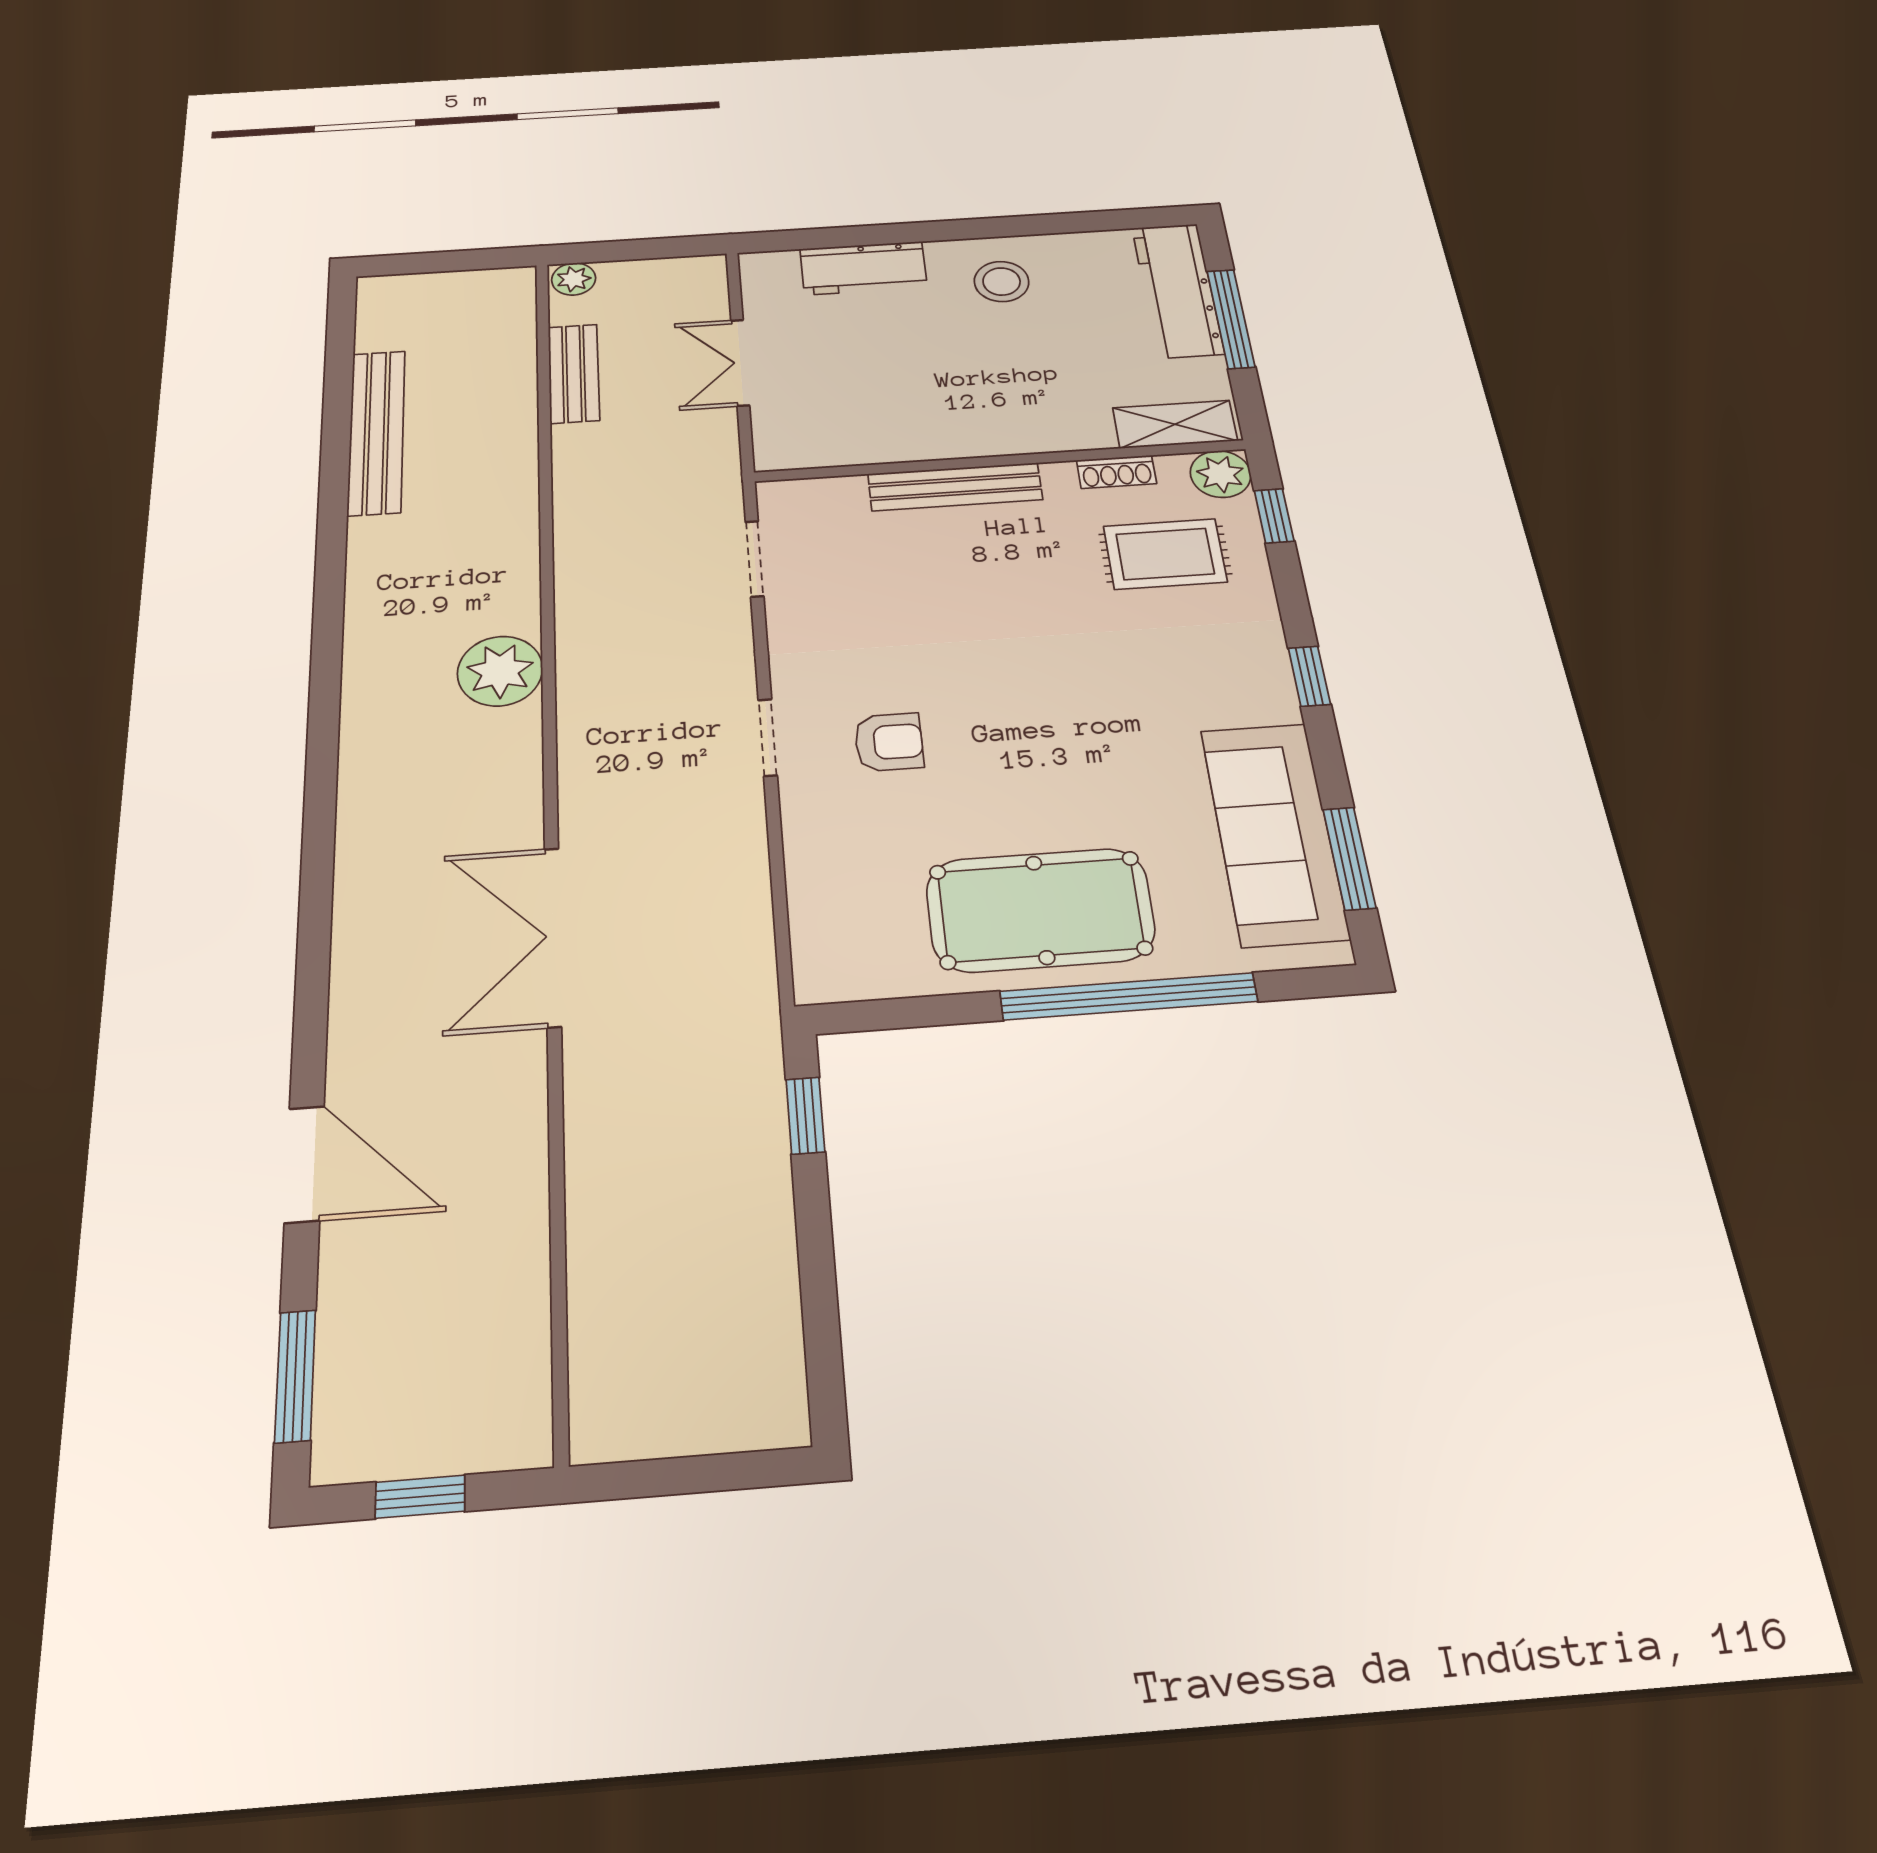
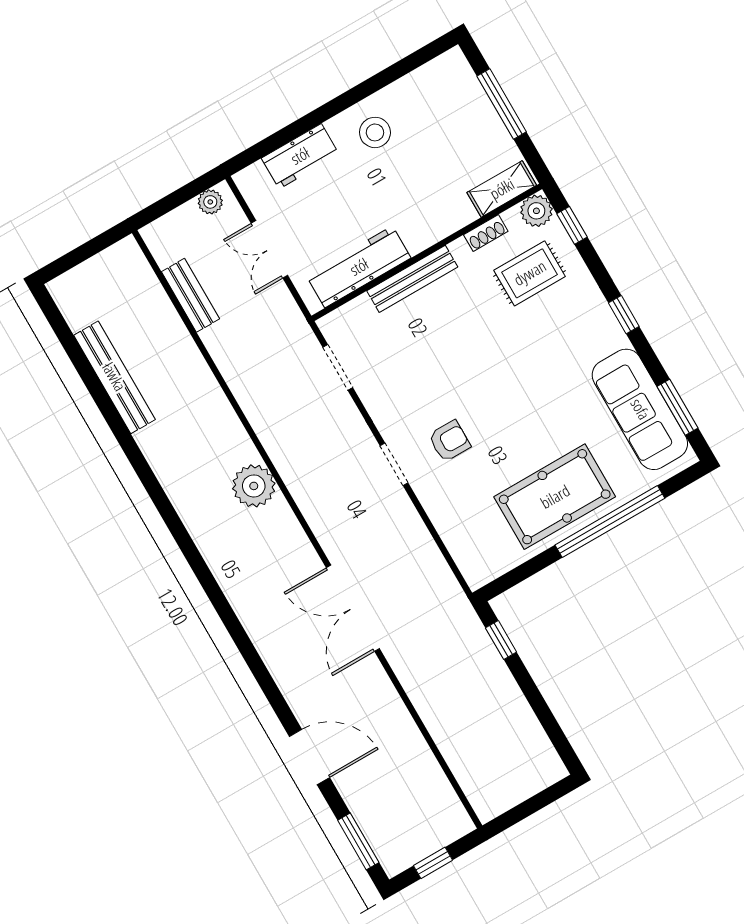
plant: (574, 279) -> (210, 202), moved
workbench: (1178, 290) -> (359, 267), moved, turned 90

